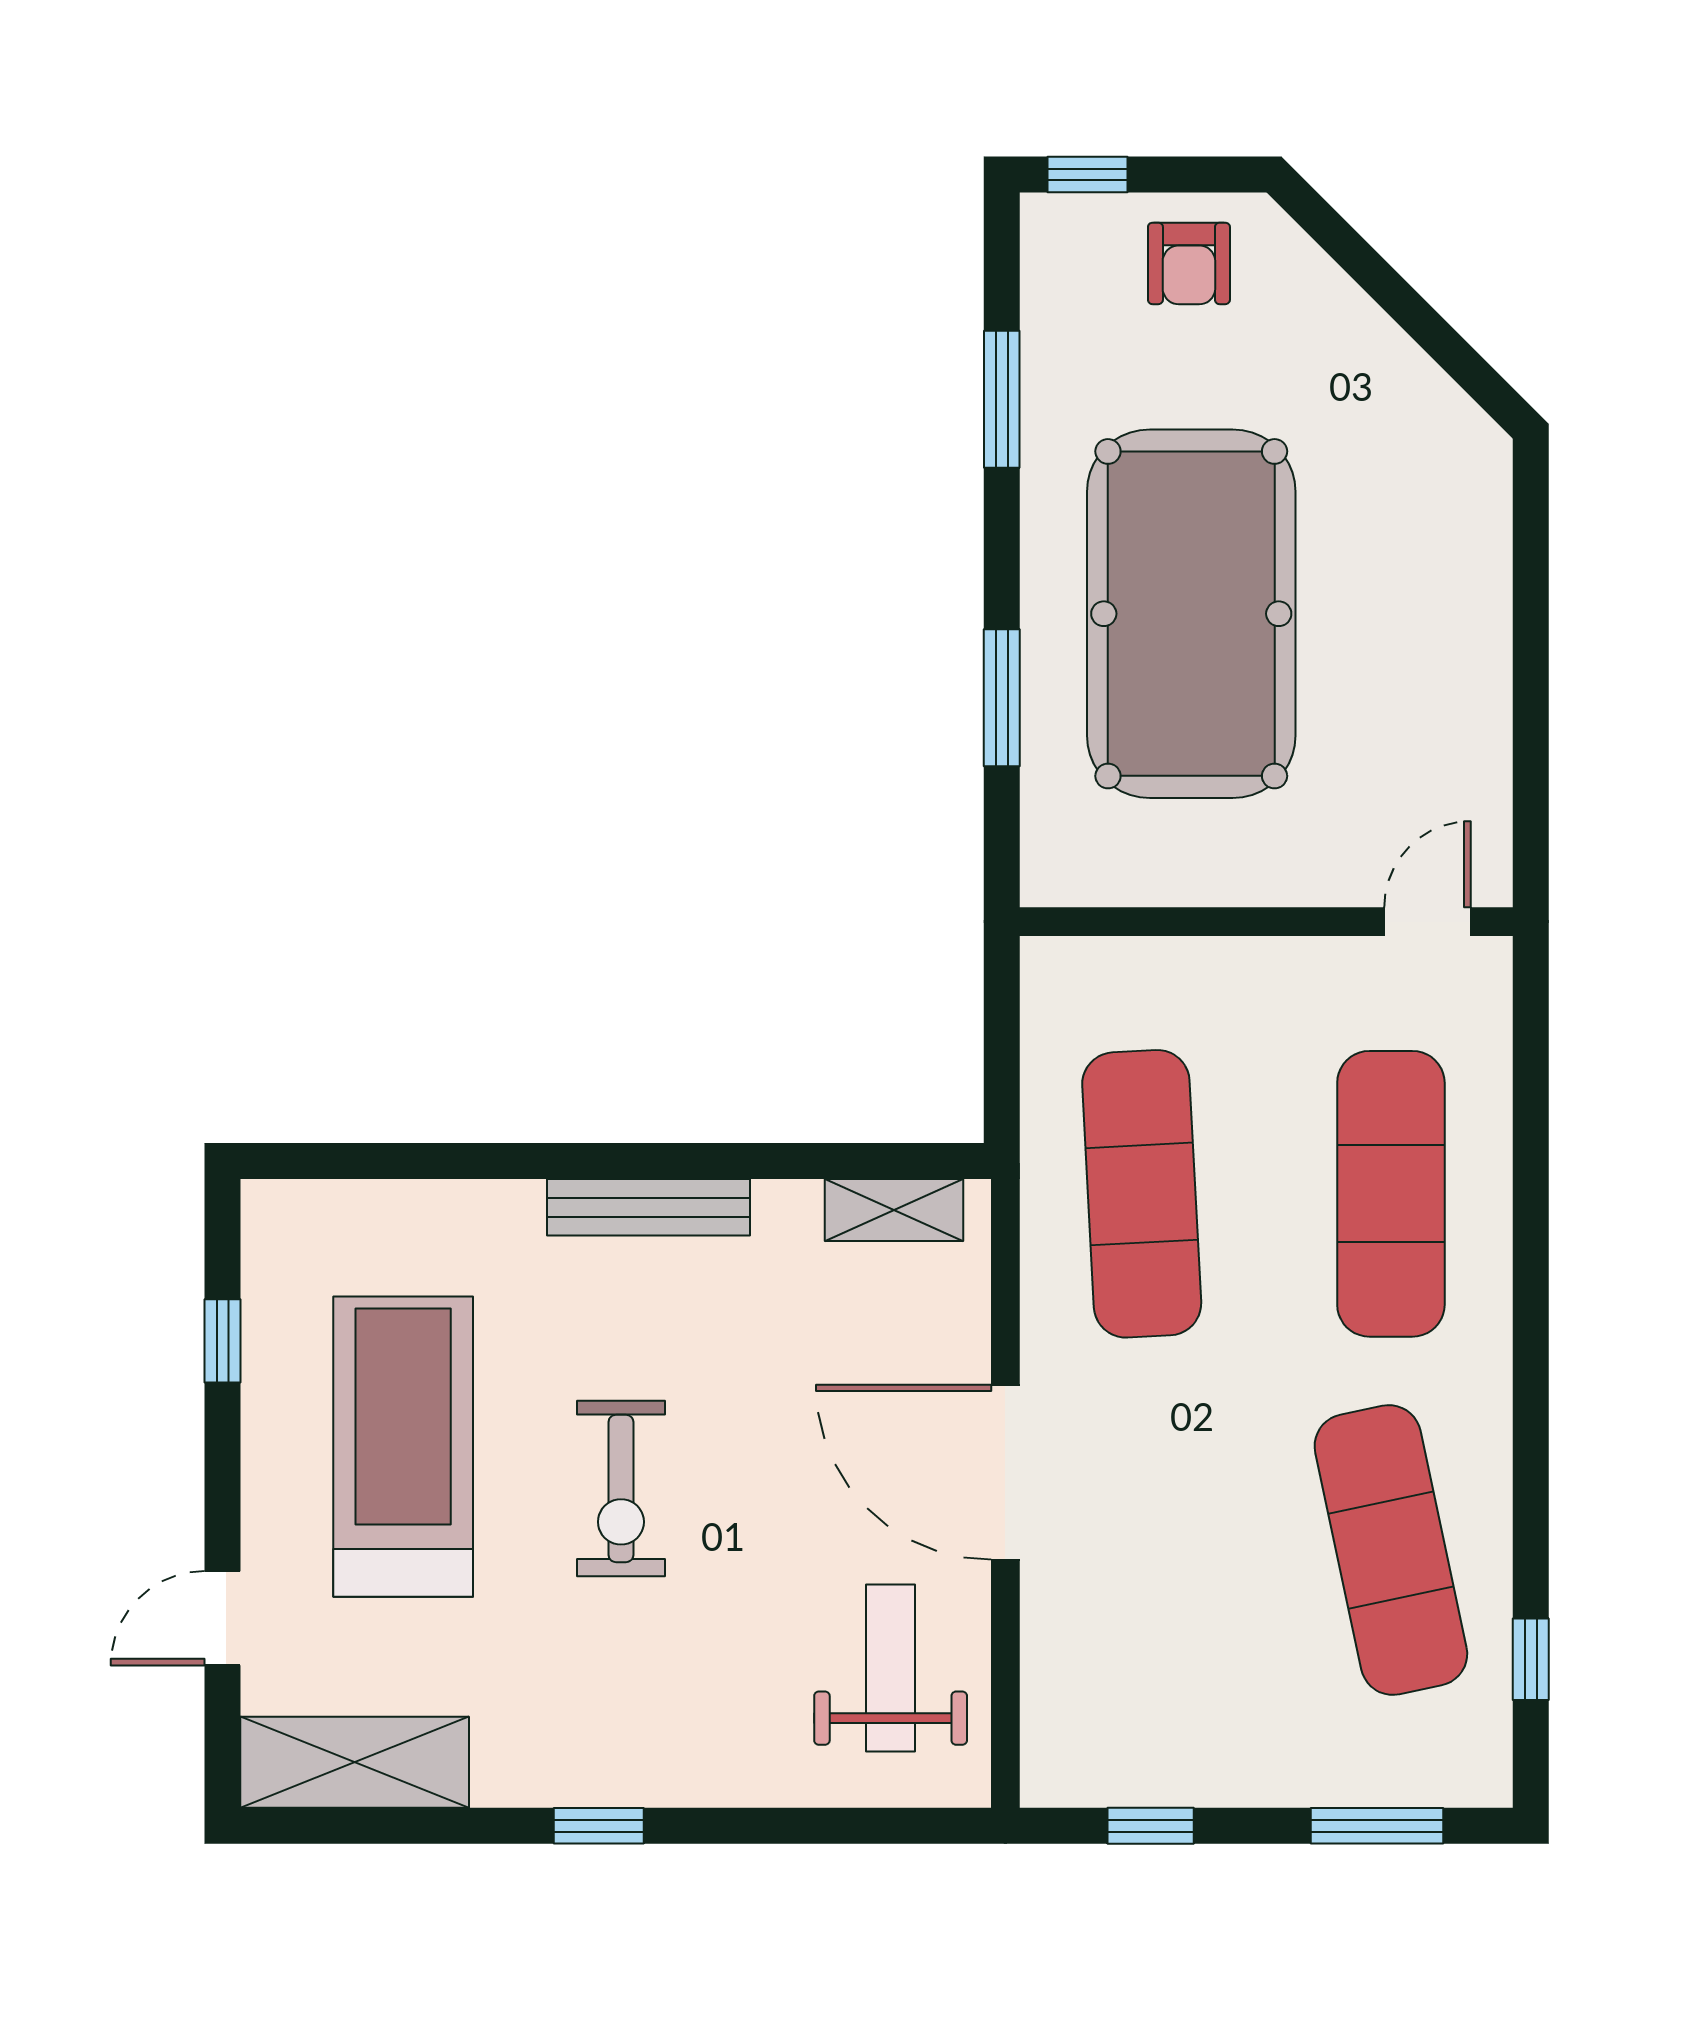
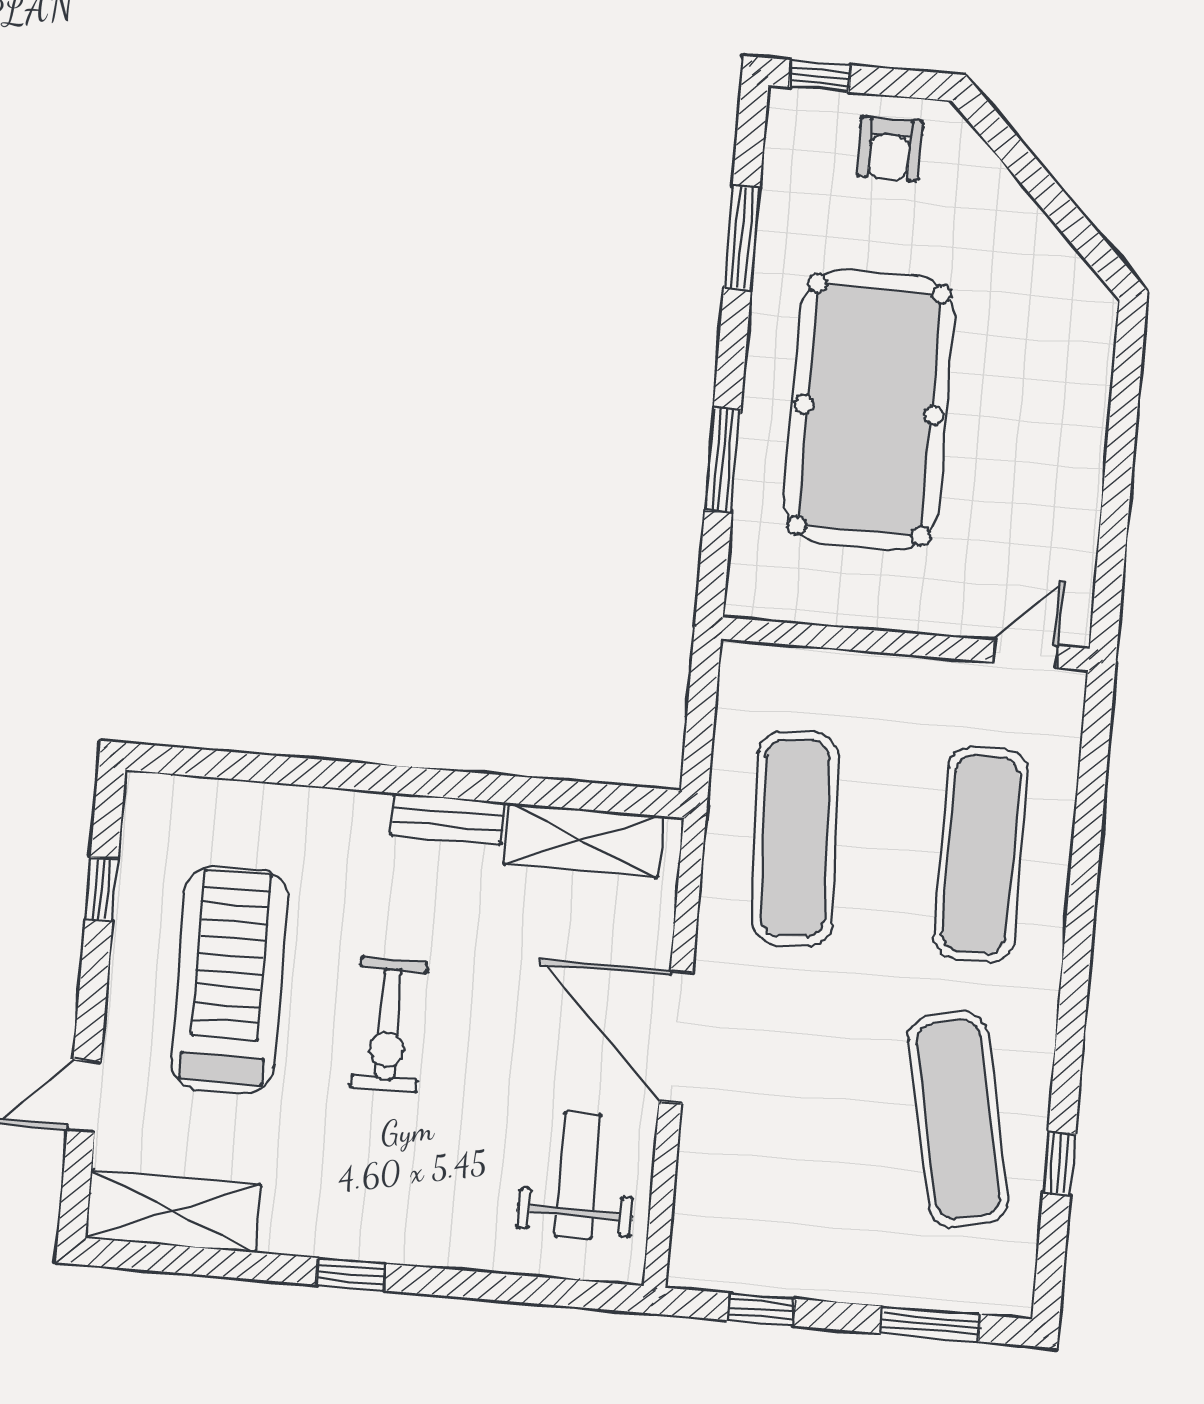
bench: (648, 1207) -> (447, 819), width x0.73
shelving: (894, 1210) -> (583, 840), width x1.50, depth x1.33
window: (1531, 1659) -> (1059, 1163), moved

